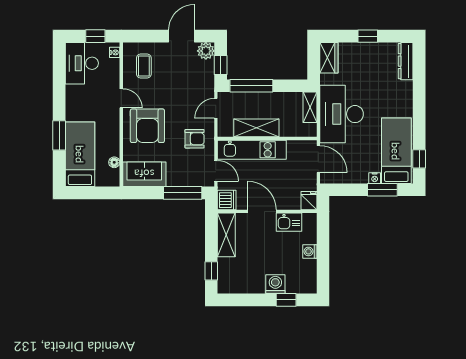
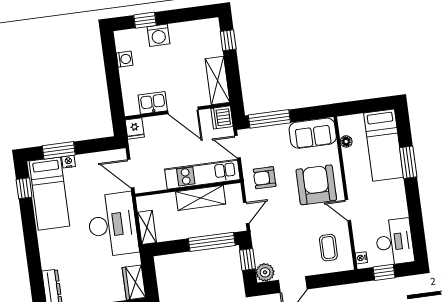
washing machine: (310, 251) -> (125, 59), moved

